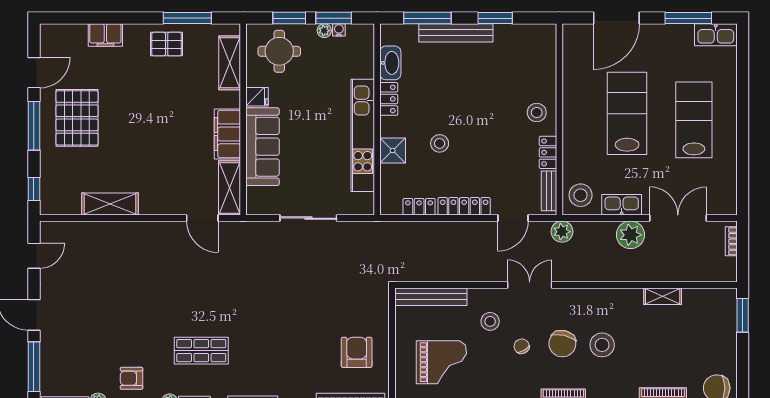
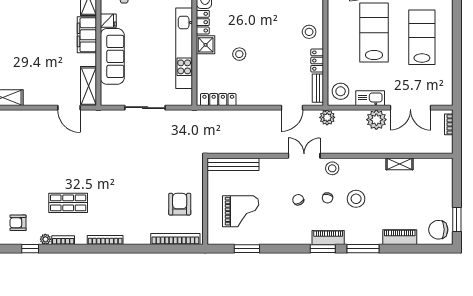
filing cabinet: (227, 134) -> (87, 35), moved
shower: (393, 150) -> (206, 45), moved
locker: (464, 206) -> (257, 99), removed
locker: (419, 207) -> (218, 100), width x1.53
double door: (678, 218) -> (410, 108), swing flipped
window: (743, 315) -> (457, 220), moved
stool: (490, 321) -> (332, 168), moved
chair: (562, 344) -> (327, 198), width x0.54, depth x0.54

